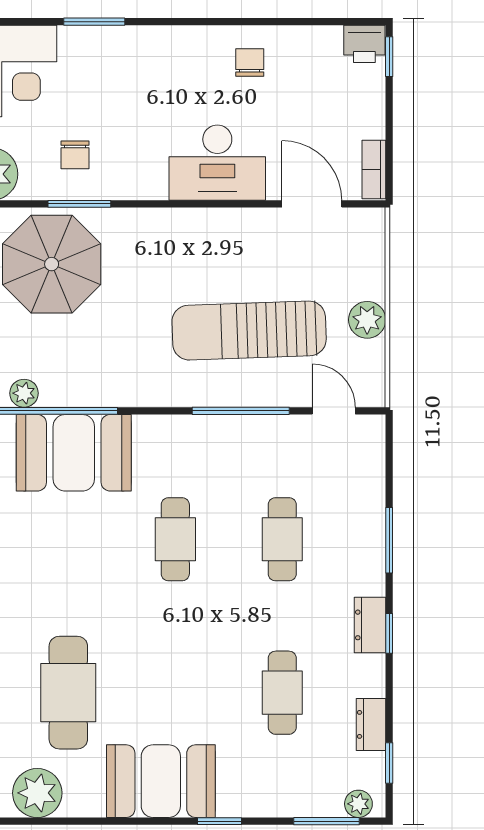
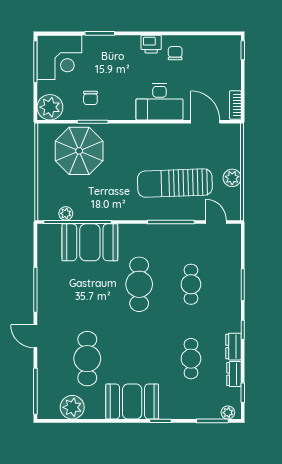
printer: (364, 44) -> (151, 44), moved
cafe table: (175, 539) -> (139, 284), width x1.37, depth x1.35
dresser: (370, 625) -> (233, 347), moved

